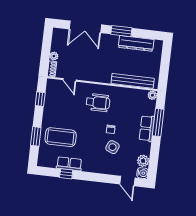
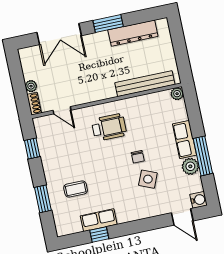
window: (158, 123) -> (203, 156), moved
coffee table: (61, 137) -> (76, 189), width x0.54, depth x0.58
plant: (143, 161) -> (190, 166), moved

